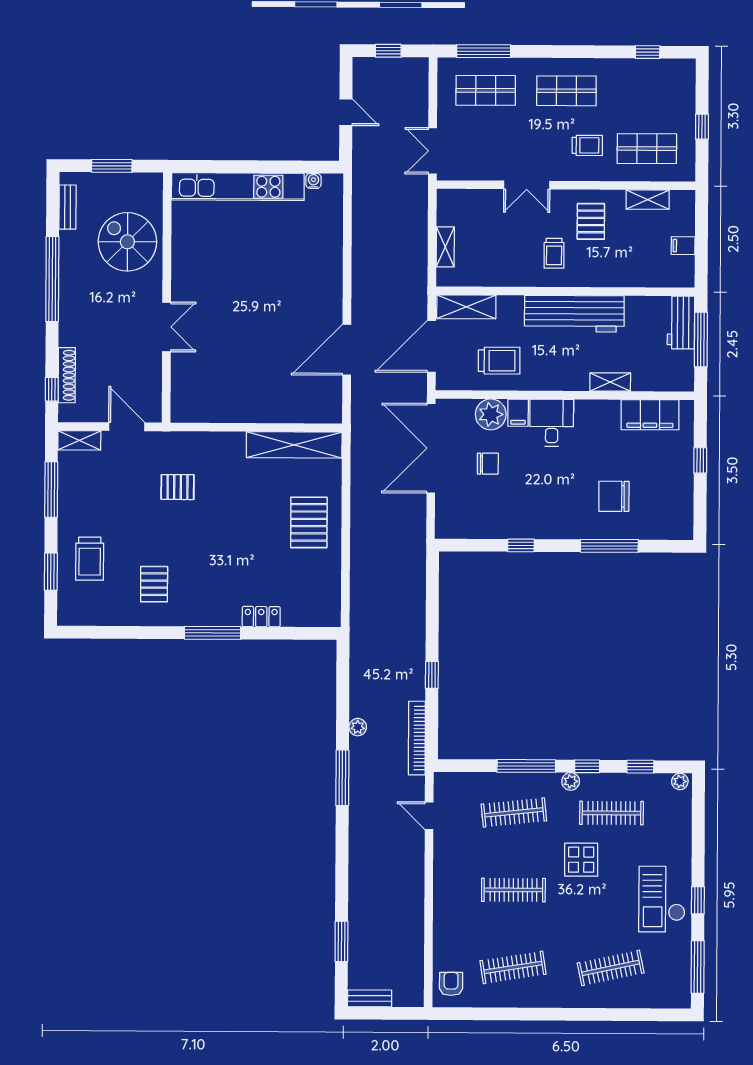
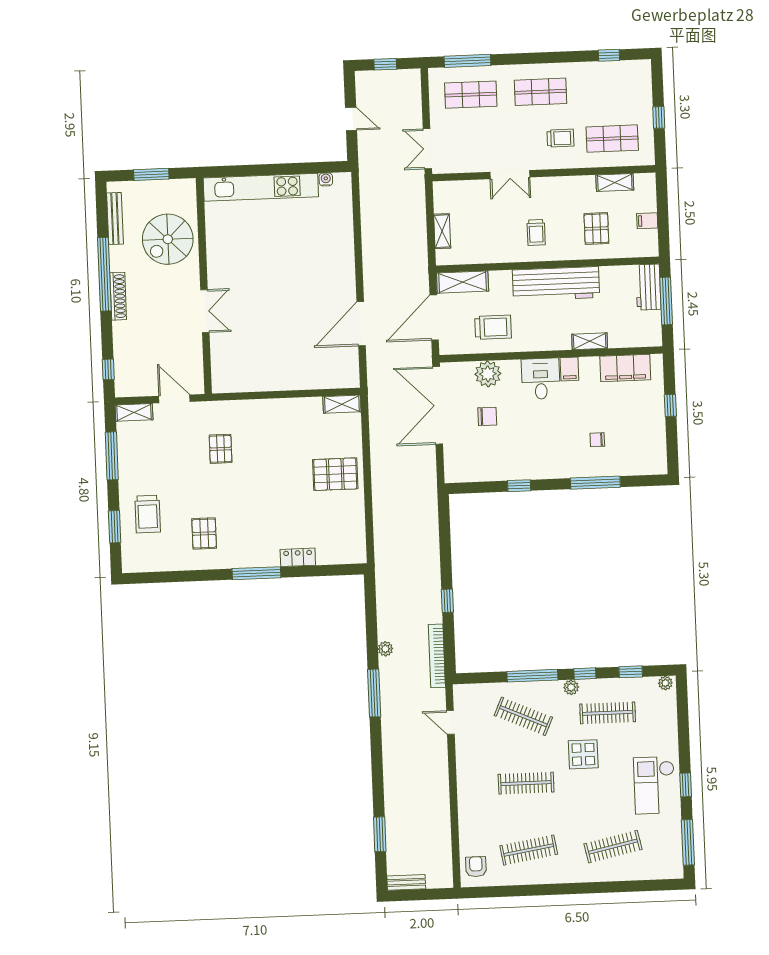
bench: (68, 207) -> (115, 219), width x1.36
pallet: (591, 221) -> (596, 228), moved
spiral stairs: (127, 242) -> (168, 239), turned -90
shoe rack: (67, 375) -> (118, 296), moved
filing cabinet: (518, 413) -> (569, 369), moved
shelving: (294, 445) -> (342, 404), width x0.45, depth x0.75
pallet: (178, 487) -> (221, 449), turned 90
chair: (614, 496) -> (597, 440), width x0.54, depth x0.54
pallet: (309, 522) -> (335, 474), turned 90
clothes rail: (514, 812) -> (523, 716), turned 30

